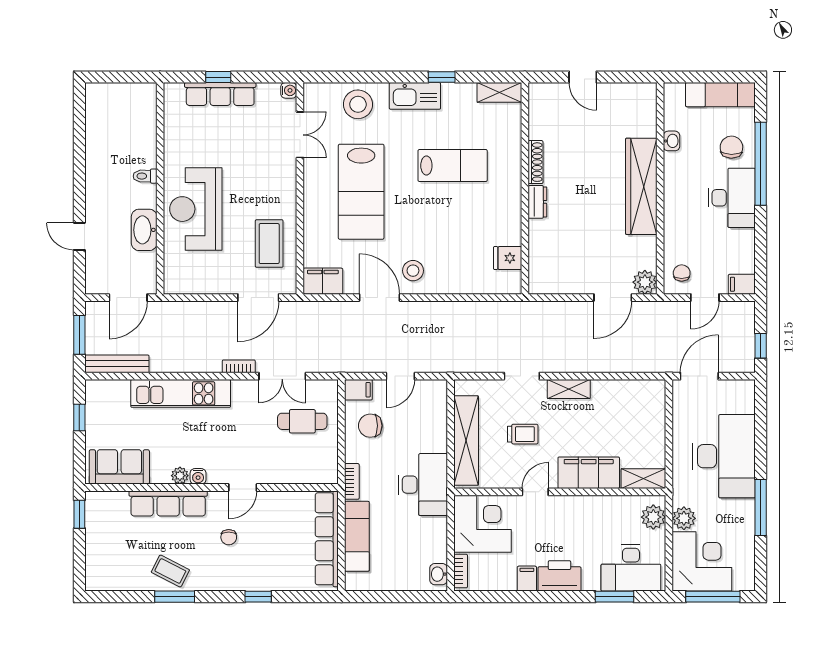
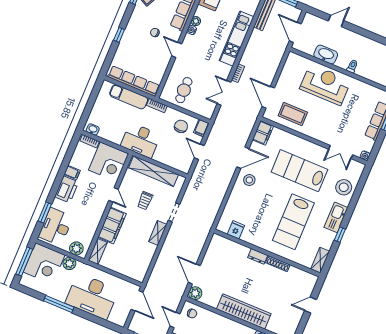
lab bench: (453, 166) -> (293, 222), width x1.36, depth x1.39
cafe table: (302, 421) -> (184, 90), moved

